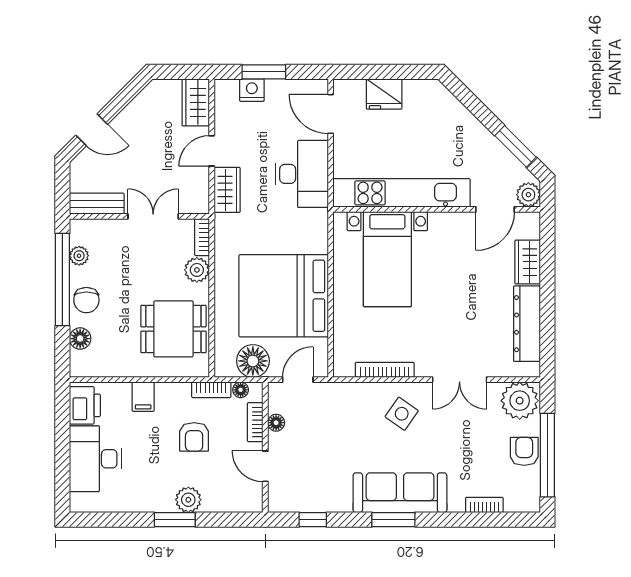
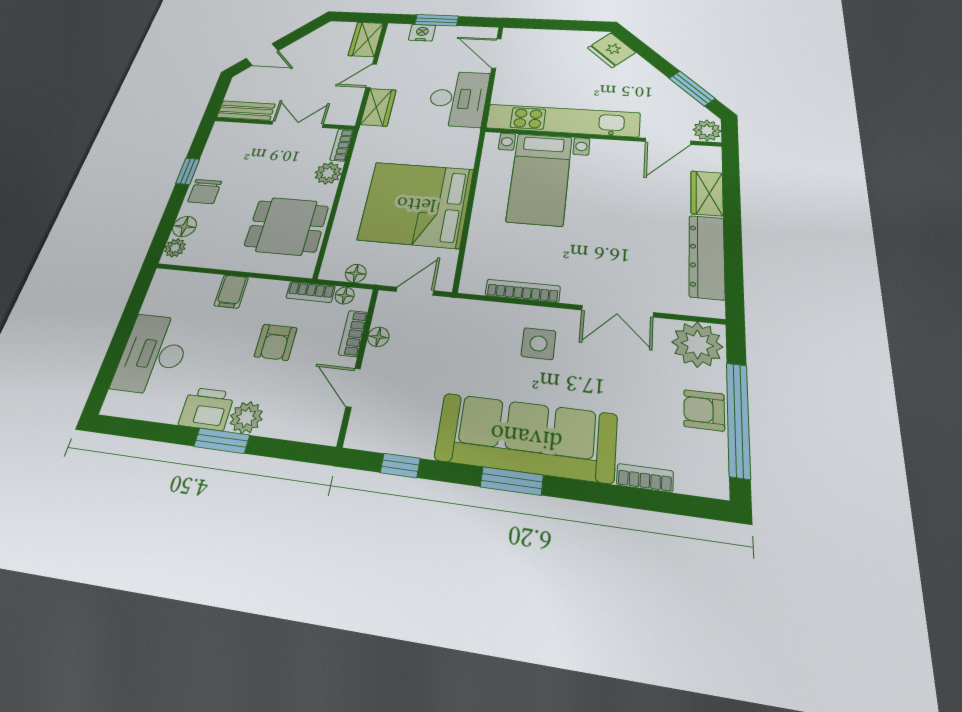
fridge: (384, 94) -> (611, 50), moved, turned 45
plant: (79, 256) -> (175, 248), moved
window: (62, 279) -> (188, 171), width x0.32
floor lamp: (253, 361) -> (356, 273), width x0.53, depth x0.53
printer: (85, 405) -> (207, 409), moved, turned -90
side table: (402, 414) -> (538, 344), turned -35
armchair: (524, 451) -> (704, 410), turned -90
sofa: (400, 493) -> (526, 437), width x1.36, depth x1.27

